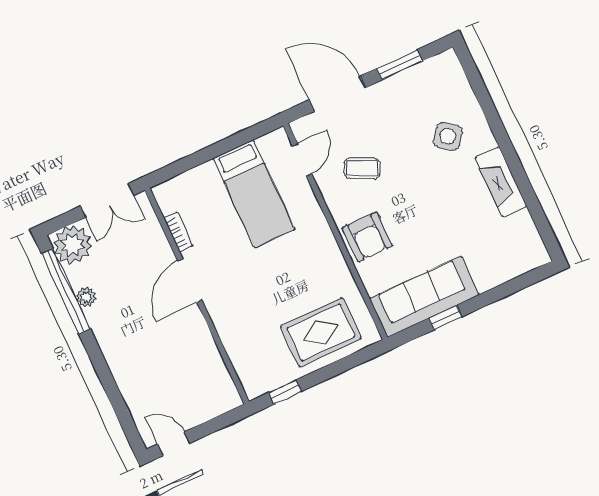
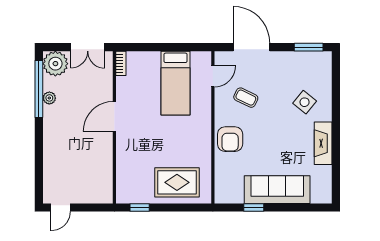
window: (399, 65) -> (309, 47), moved
bookcase: (178, 232) -> (121, 63), moved
sofa: (424, 297) -> (277, 190), moved
door: (174, 444) -> (61, 208), swing flipped

